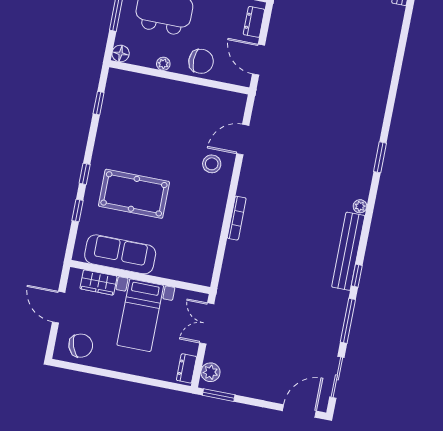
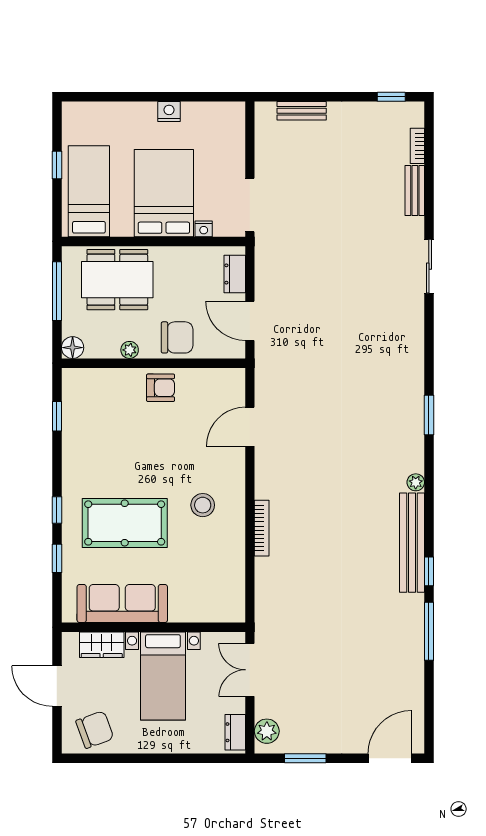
armchair: (181, 97) -> (161, 388), added
stool: (212, 164) -> (203, 505), moved
sliding door: (337, 377) -> (429, 266), moved
window: (219, 395) -> (305, 758), moved

